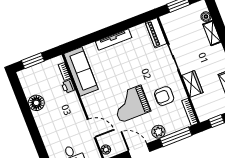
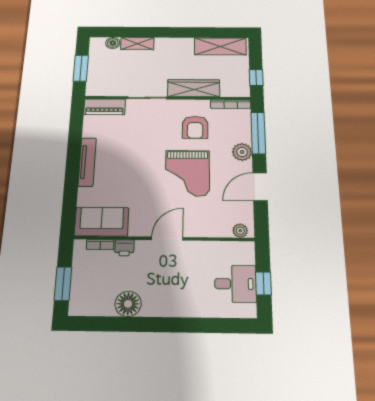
sofa: (81, 72) -> (102, 222), width x0.73
wardrobe: (192, 84) -> (194, 88), width x1.50
door: (91, 128) -> (167, 239), moved

